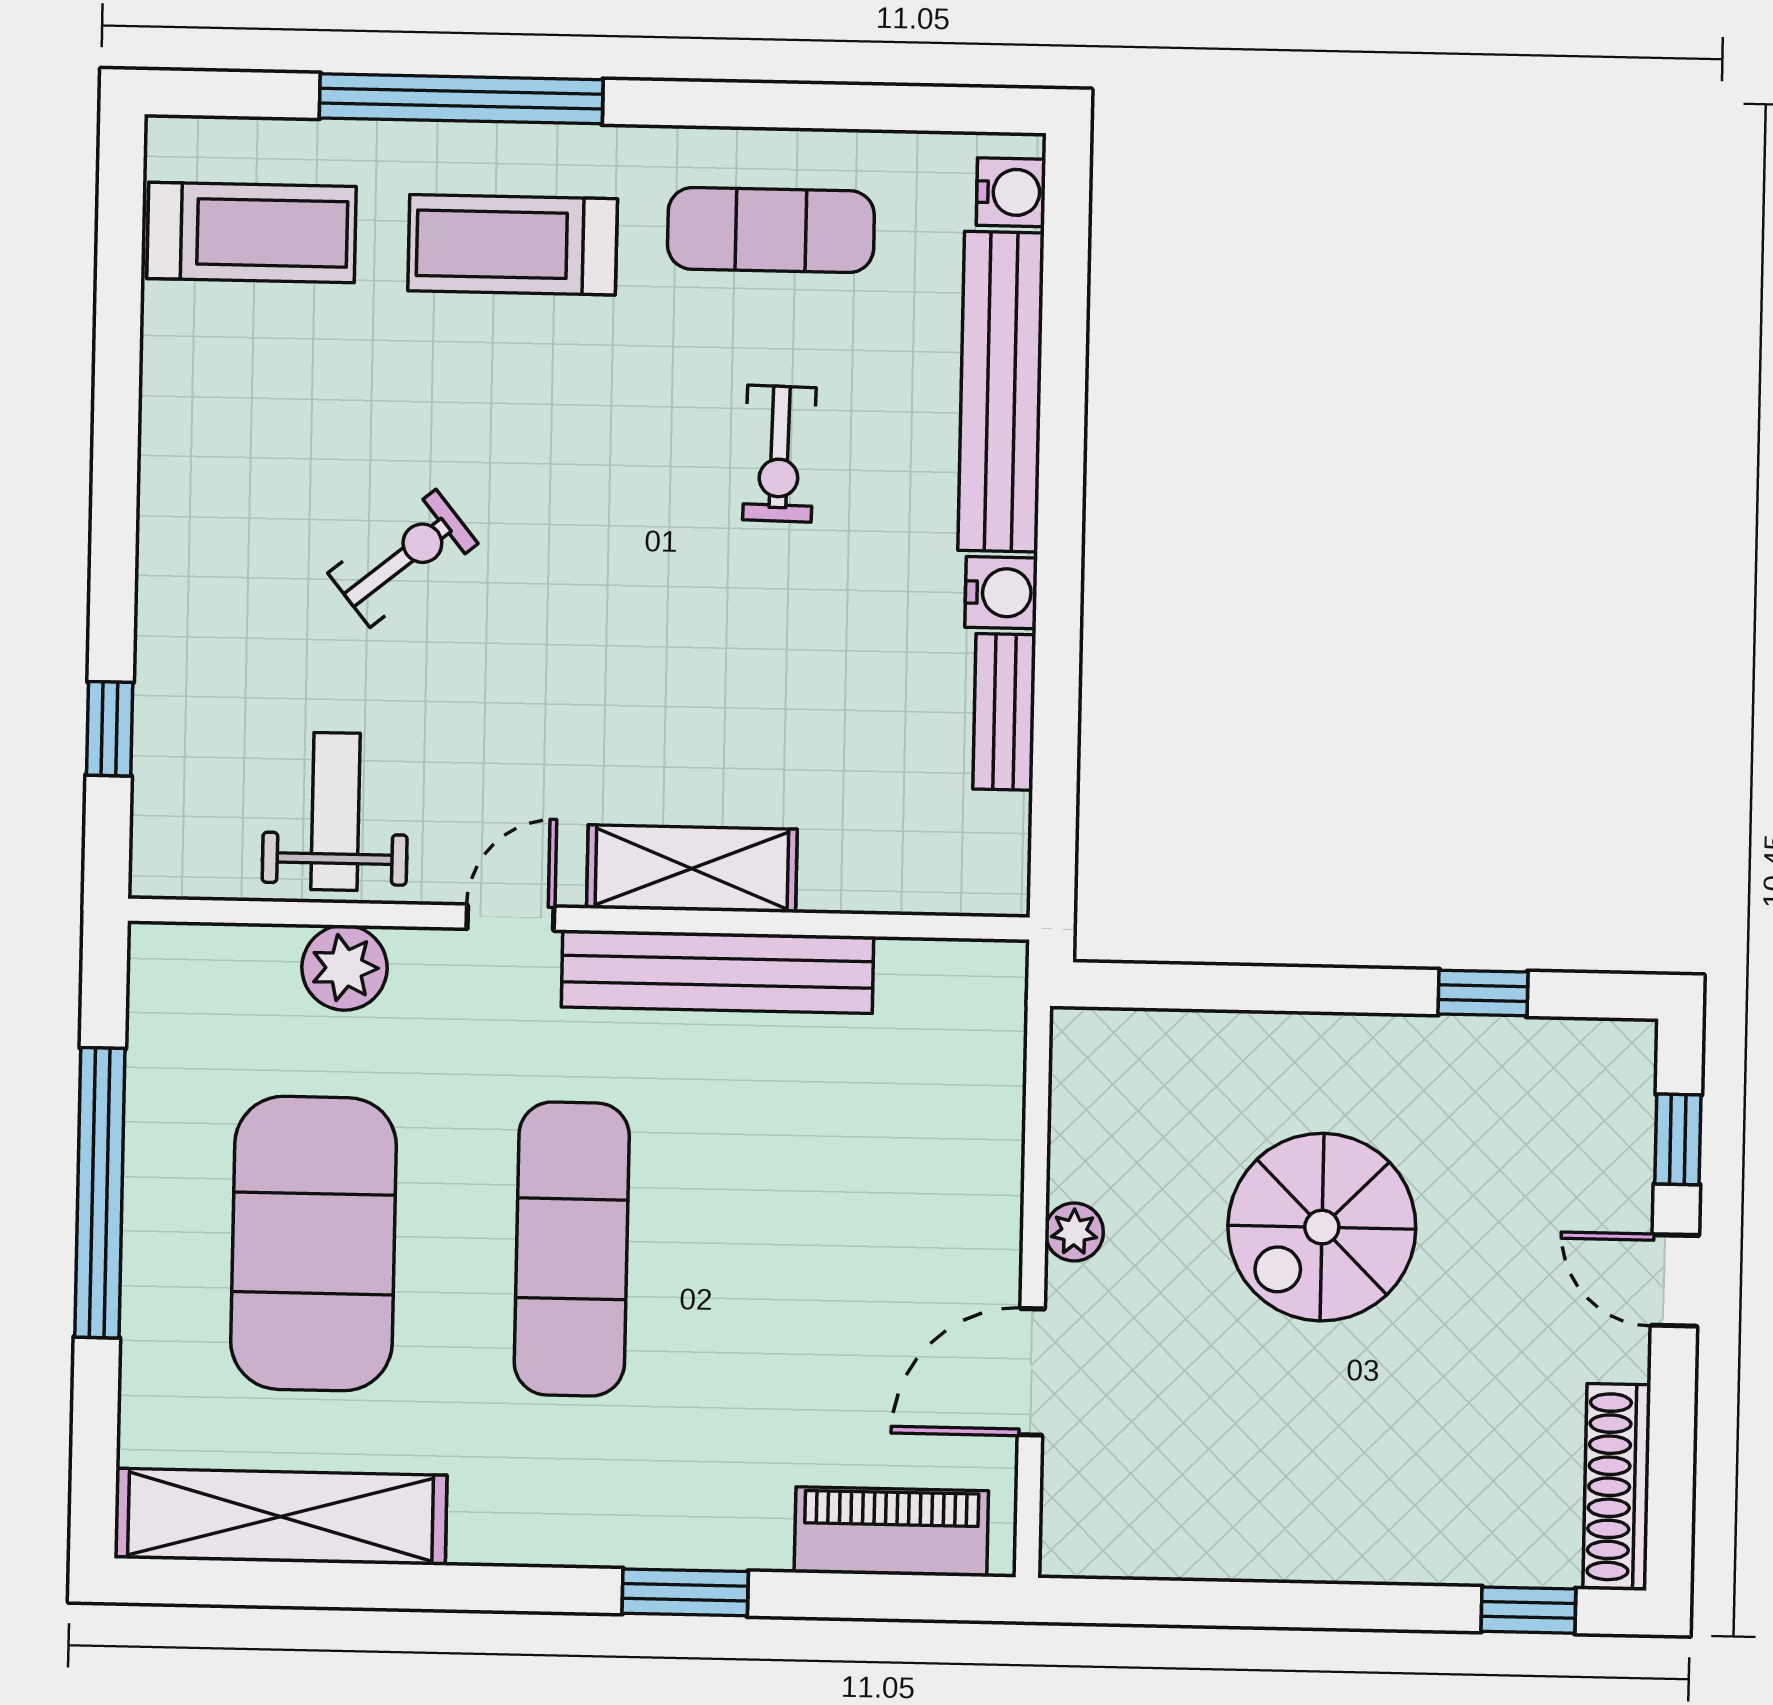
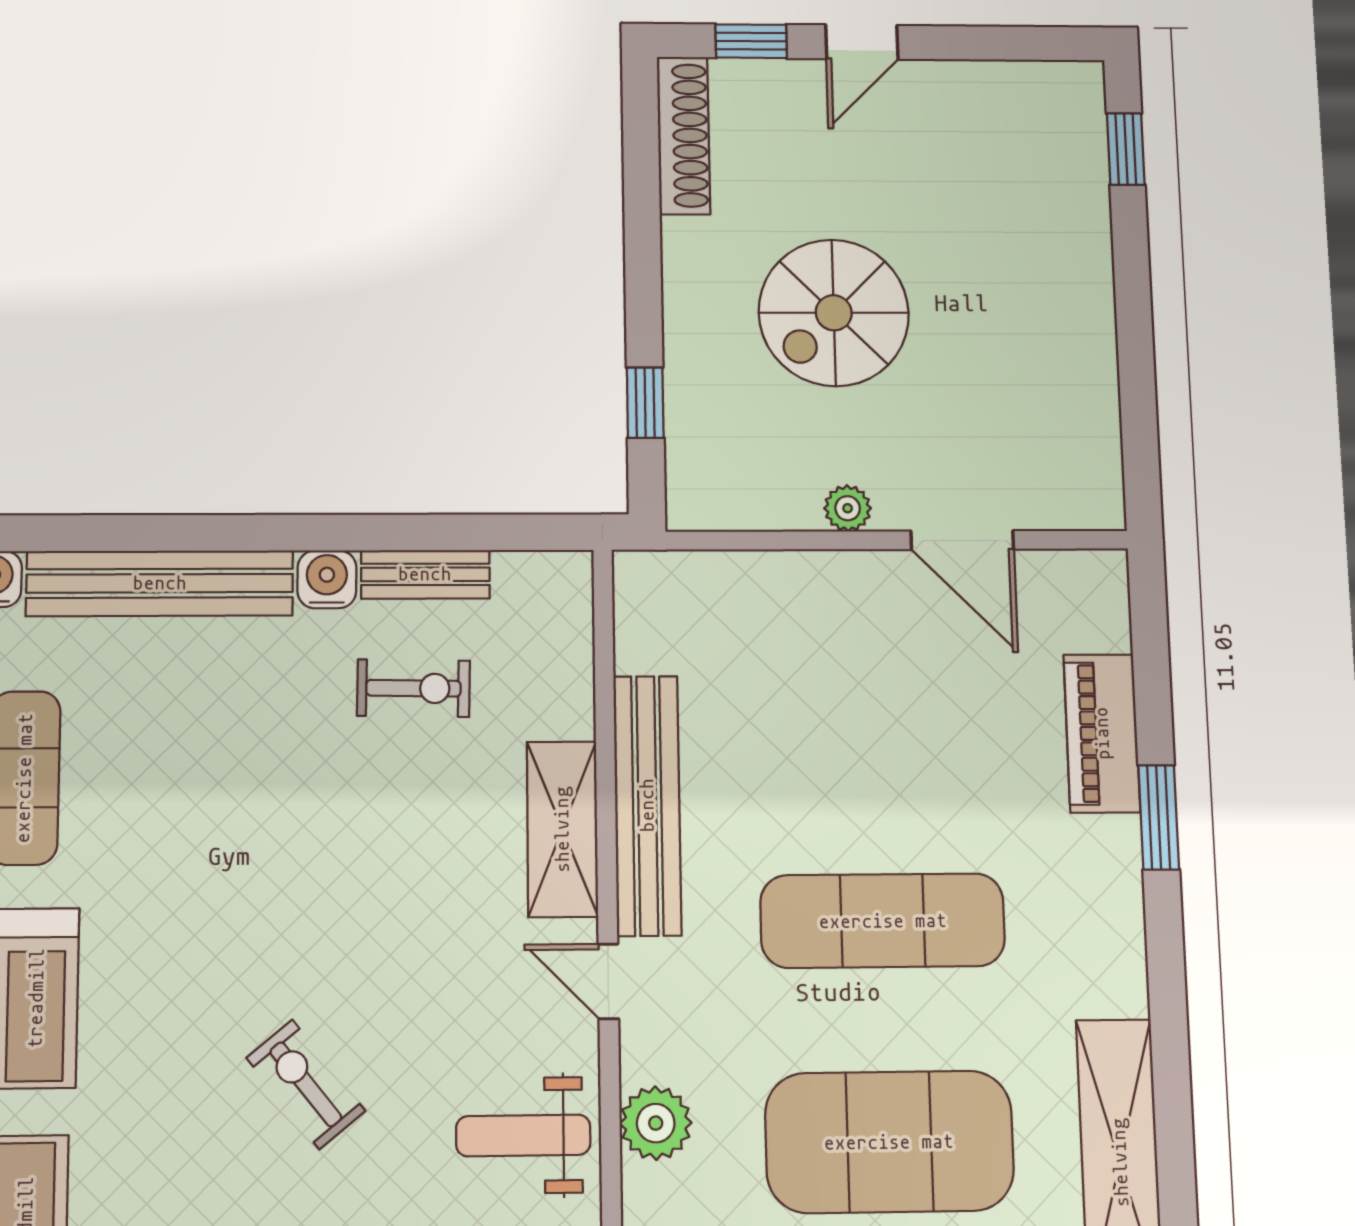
exercise bike: (779, 454) -> (413, 688), moved
window: (1483, 993) -> (645, 403), moved
spiral stairs: (1322, 1227) -> (834, 313), turned 90
shoe rack: (1617, 1487) -> (683, 135), moved, turned -90
piano: (891, 1532) -> (1102, 733), moved

